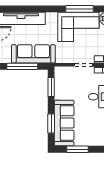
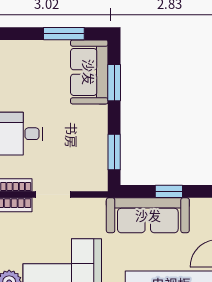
window: (22, 66) -> (169, 191), width x0.46
sofa: (64, 123) -> (89, 72), width x0.73

